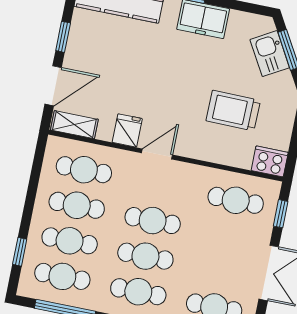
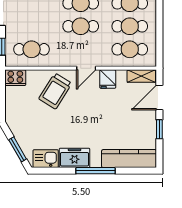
kitchen sink: (270, 54) -> (46, 159), moved, turned -60
trolley: (233, 111) -> (55, 91), moved, turned 121

